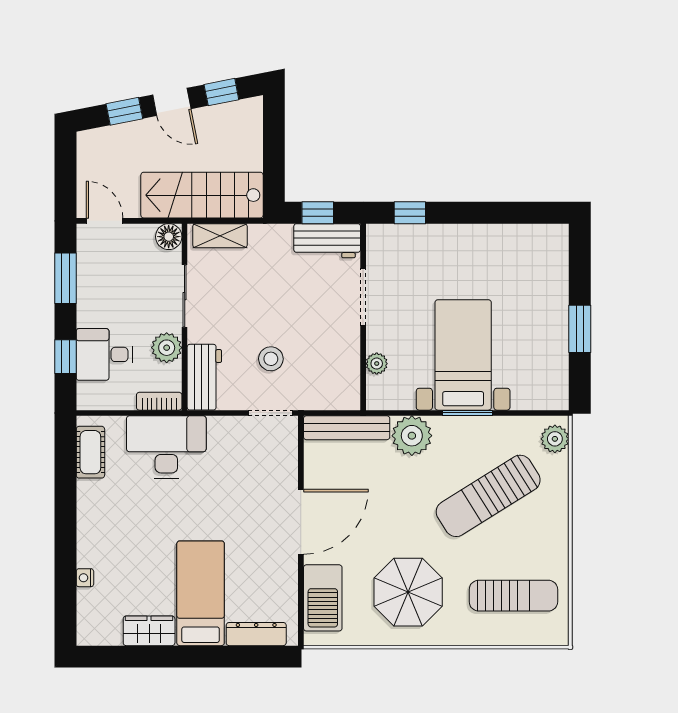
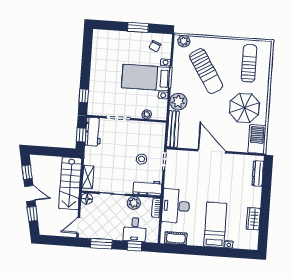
door: (172, 102) -> (30, 193), hinge flipped
chair: (538, 372) -> (155, 46), added
bed: (201, 593) -> (215, 225), moved, turned 90
barbecue: (323, 598) -> (257, 139), moved, turned -90

